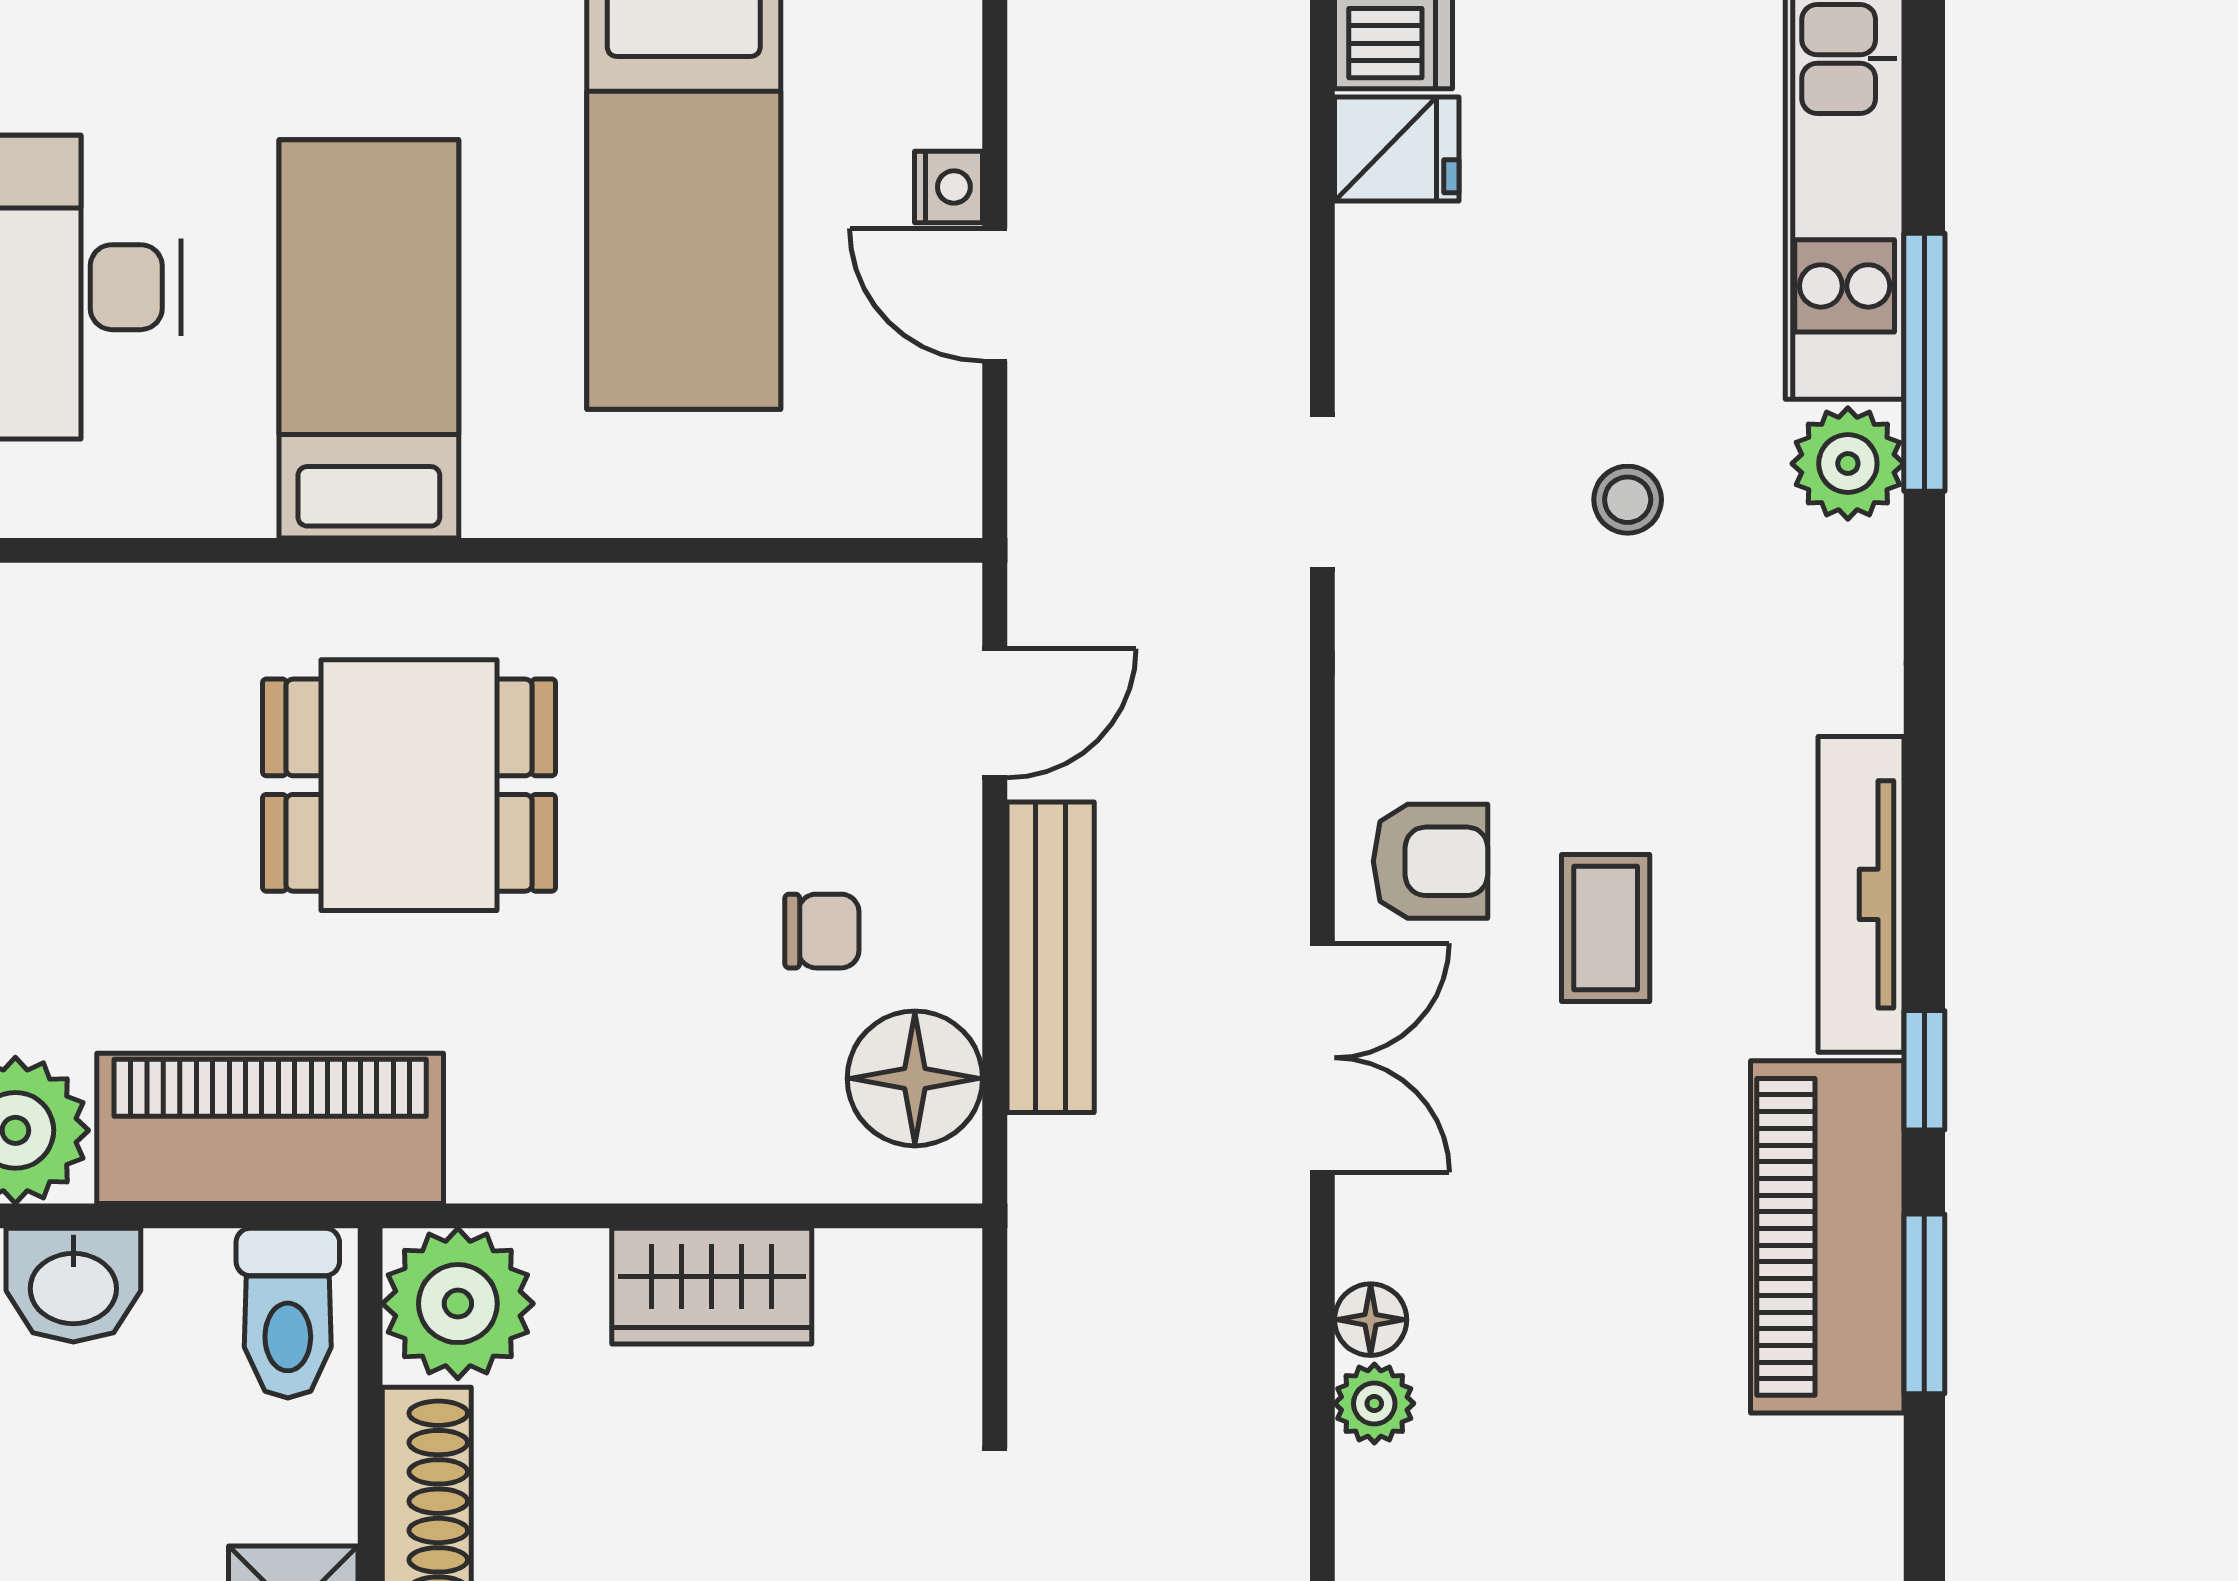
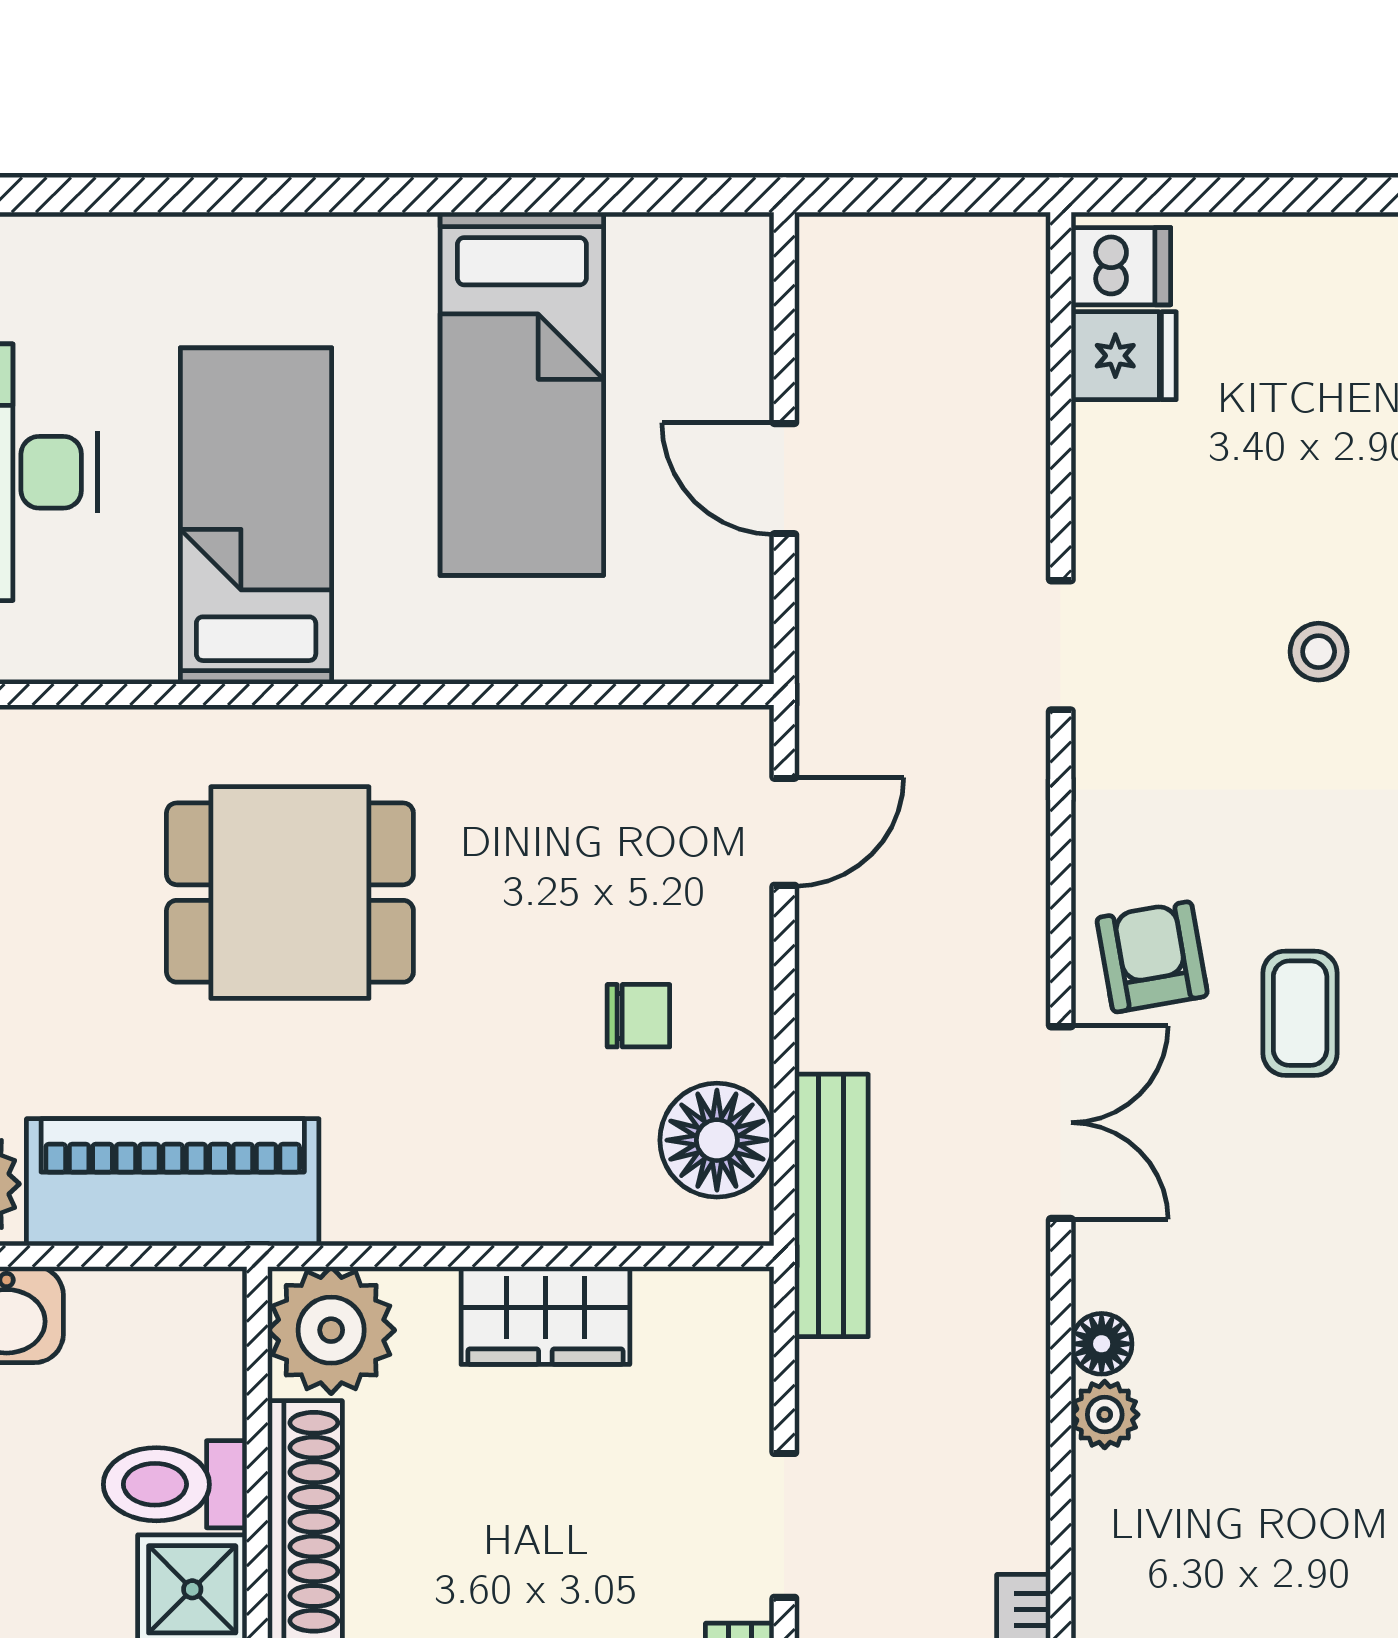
nightstand: (948, 187) -> (745, 388), removed
armchair: (1430, 861) -> (1152, 957), turned -100
bench: (1051, 957) -> (831, 1205), moved
toilet: (288, 1313) -> (175, 1484), moved, turned 90

